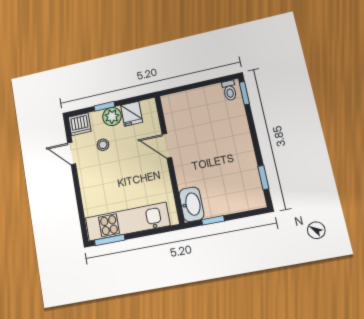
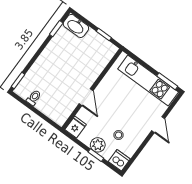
toilet: (230, 90) -> (34, 98), moved
fridge: (132, 114) -> (76, 127), moved
door: (72, 153) -> (158, 125), moved
washbasin: (191, 204) -> (76, 26), moved, turned -90

